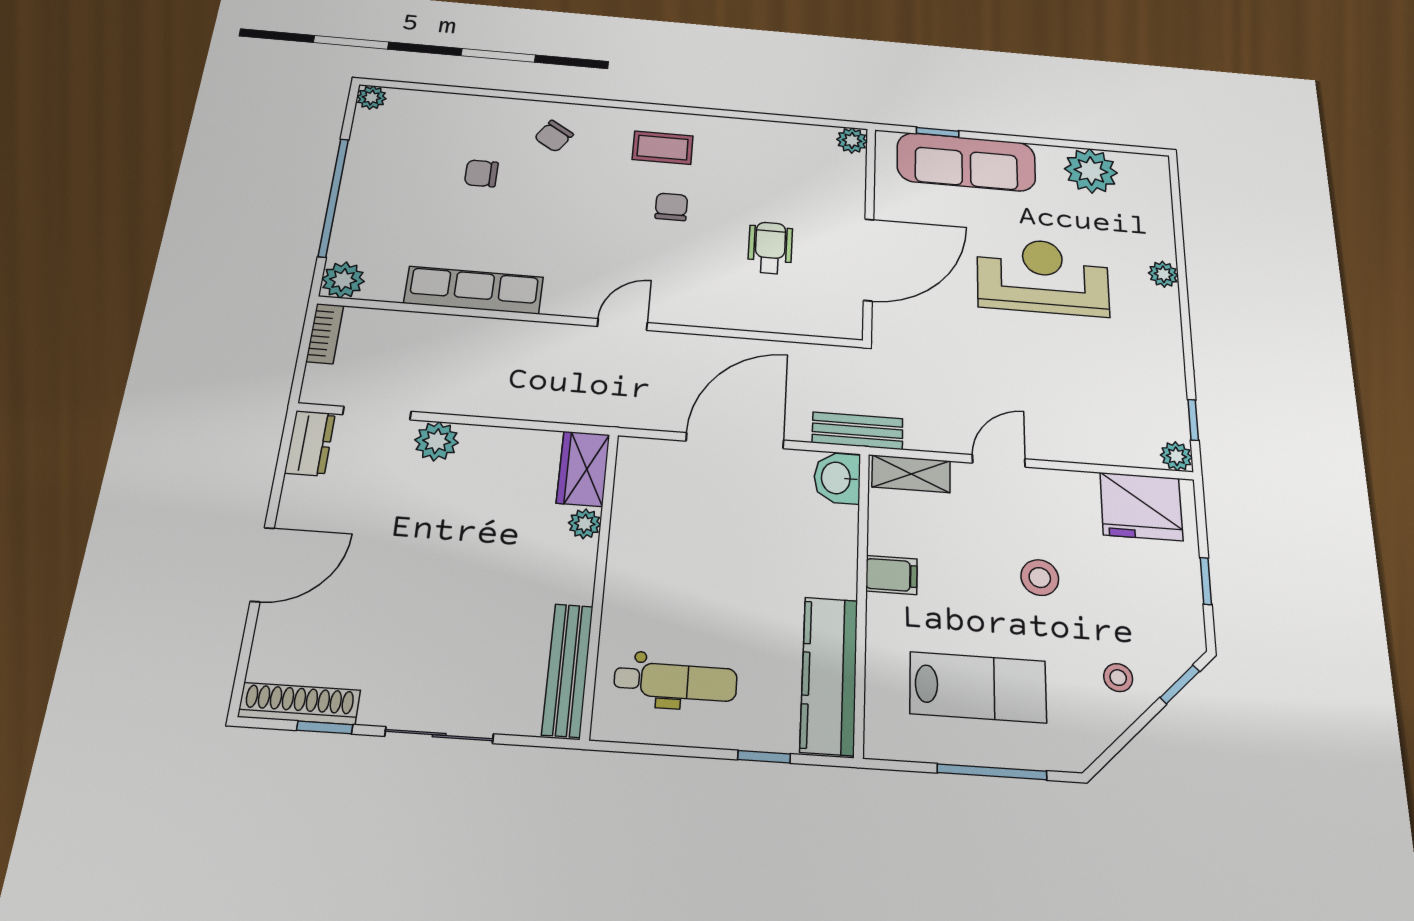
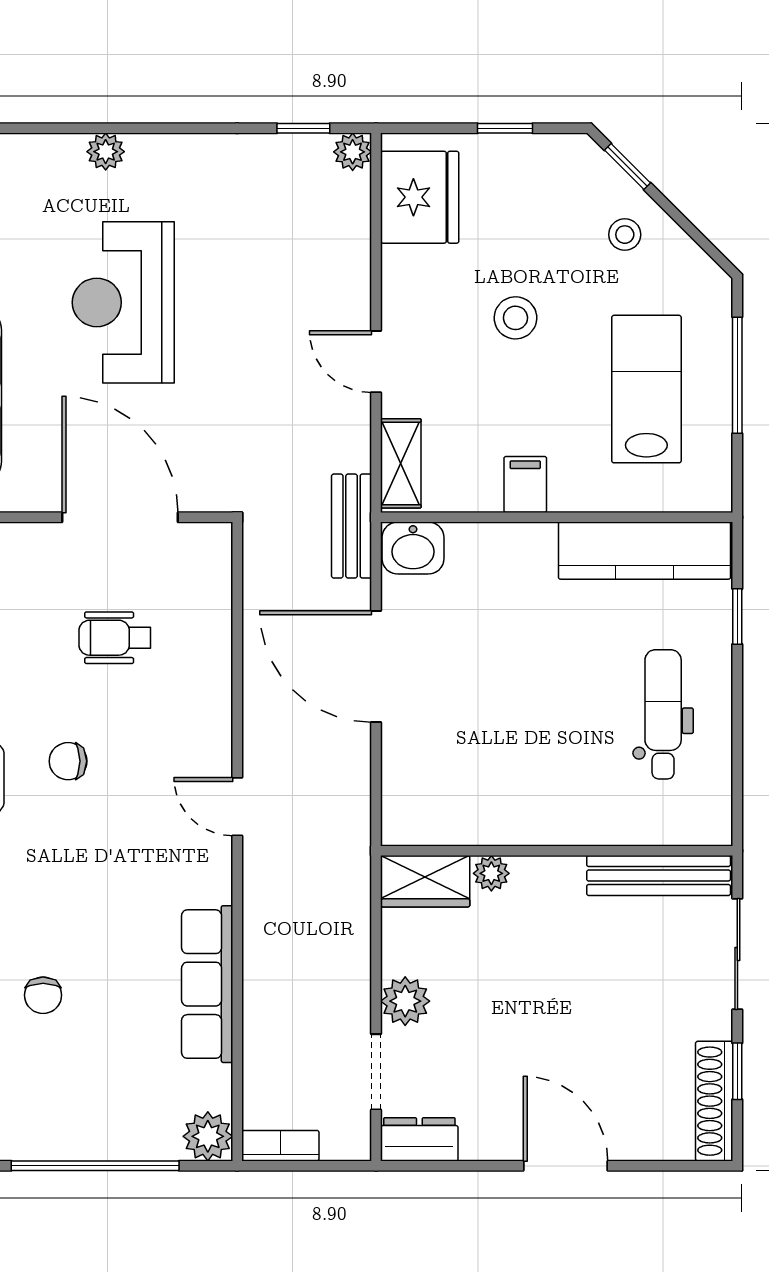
wardrobe: (583, 469) -> (425, 881), moved
plant: (585, 524) -> (491, 873), moved
wall: (600, 581) -> (557, 851), moved
bench: (568, 670) -> (659, 876), moved

